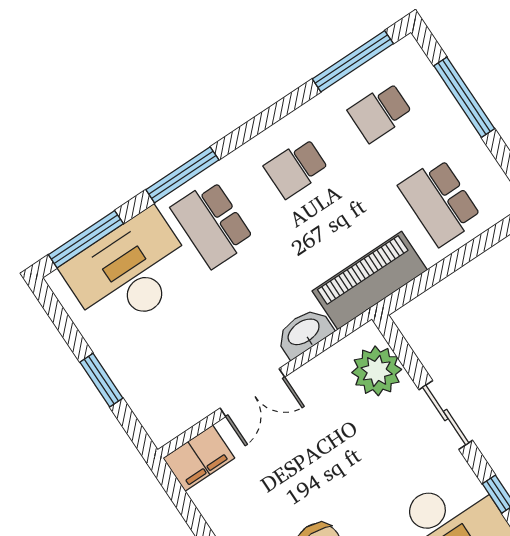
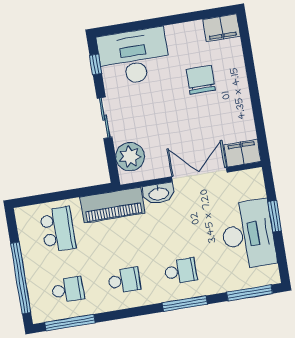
window: (464, 97) -> (21, 278), width x1.46
school desk: (212, 224) -> (181, 271), width x0.54
desk: (130, 272) -> (248, 234), moved, turned -90
double door: (252, 393) -> (199, 174), width x1.37

